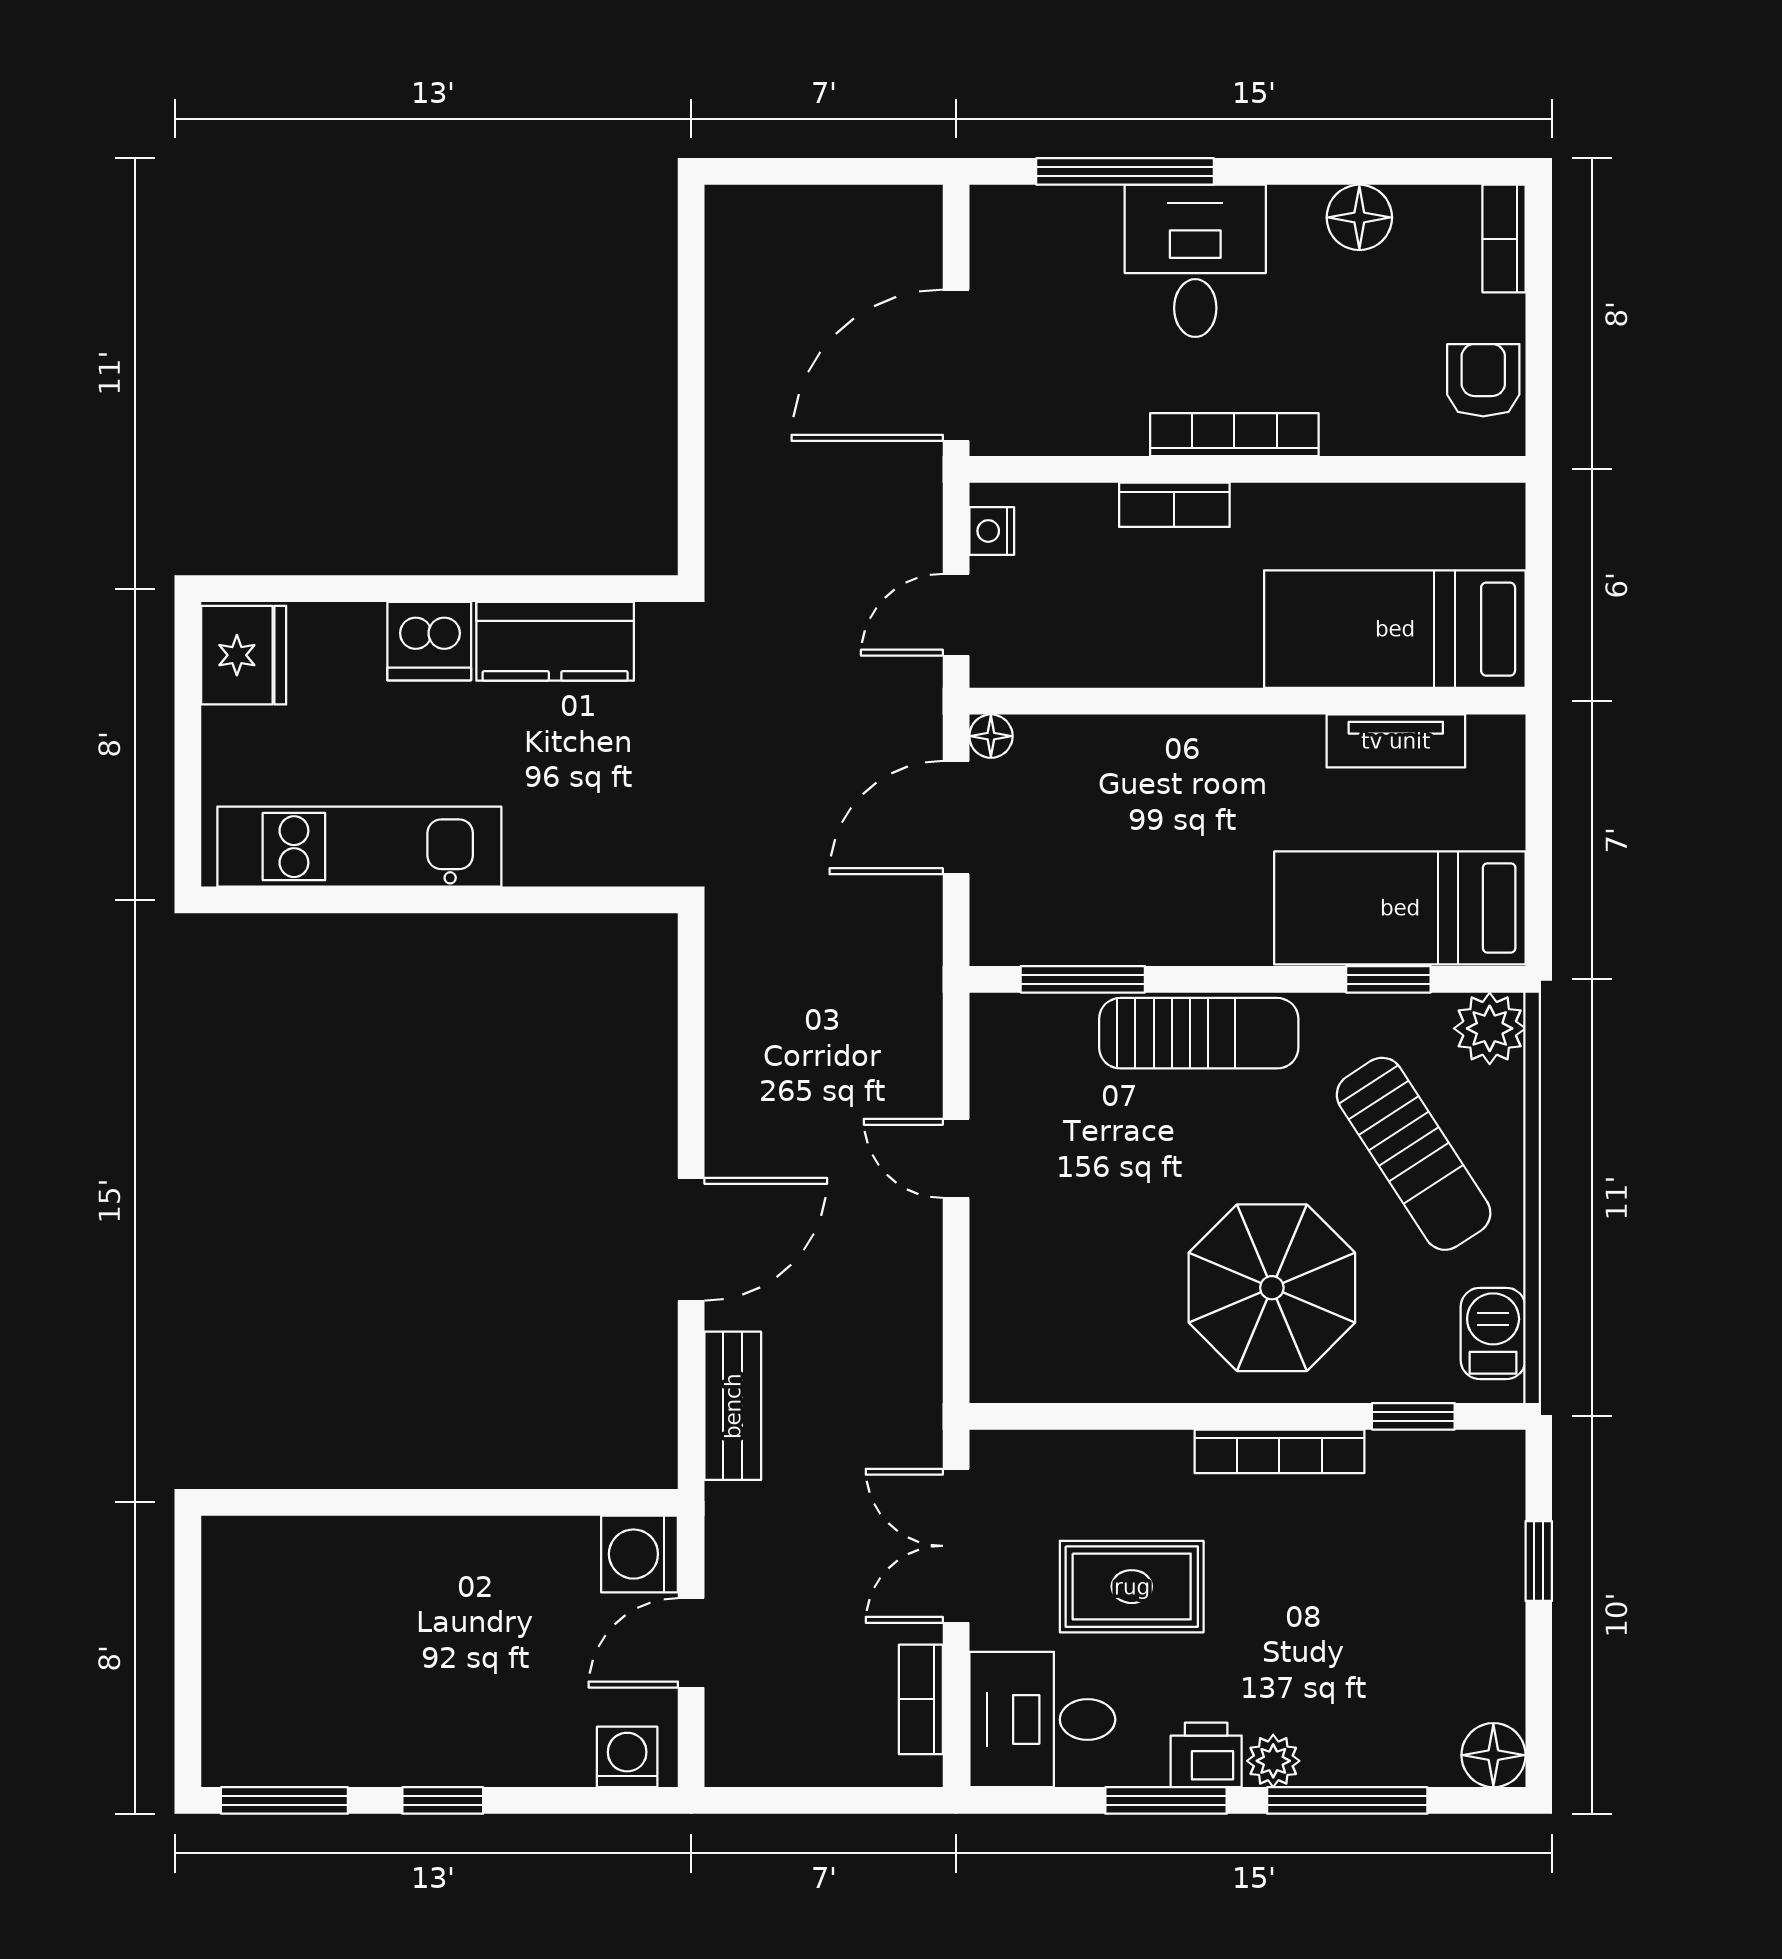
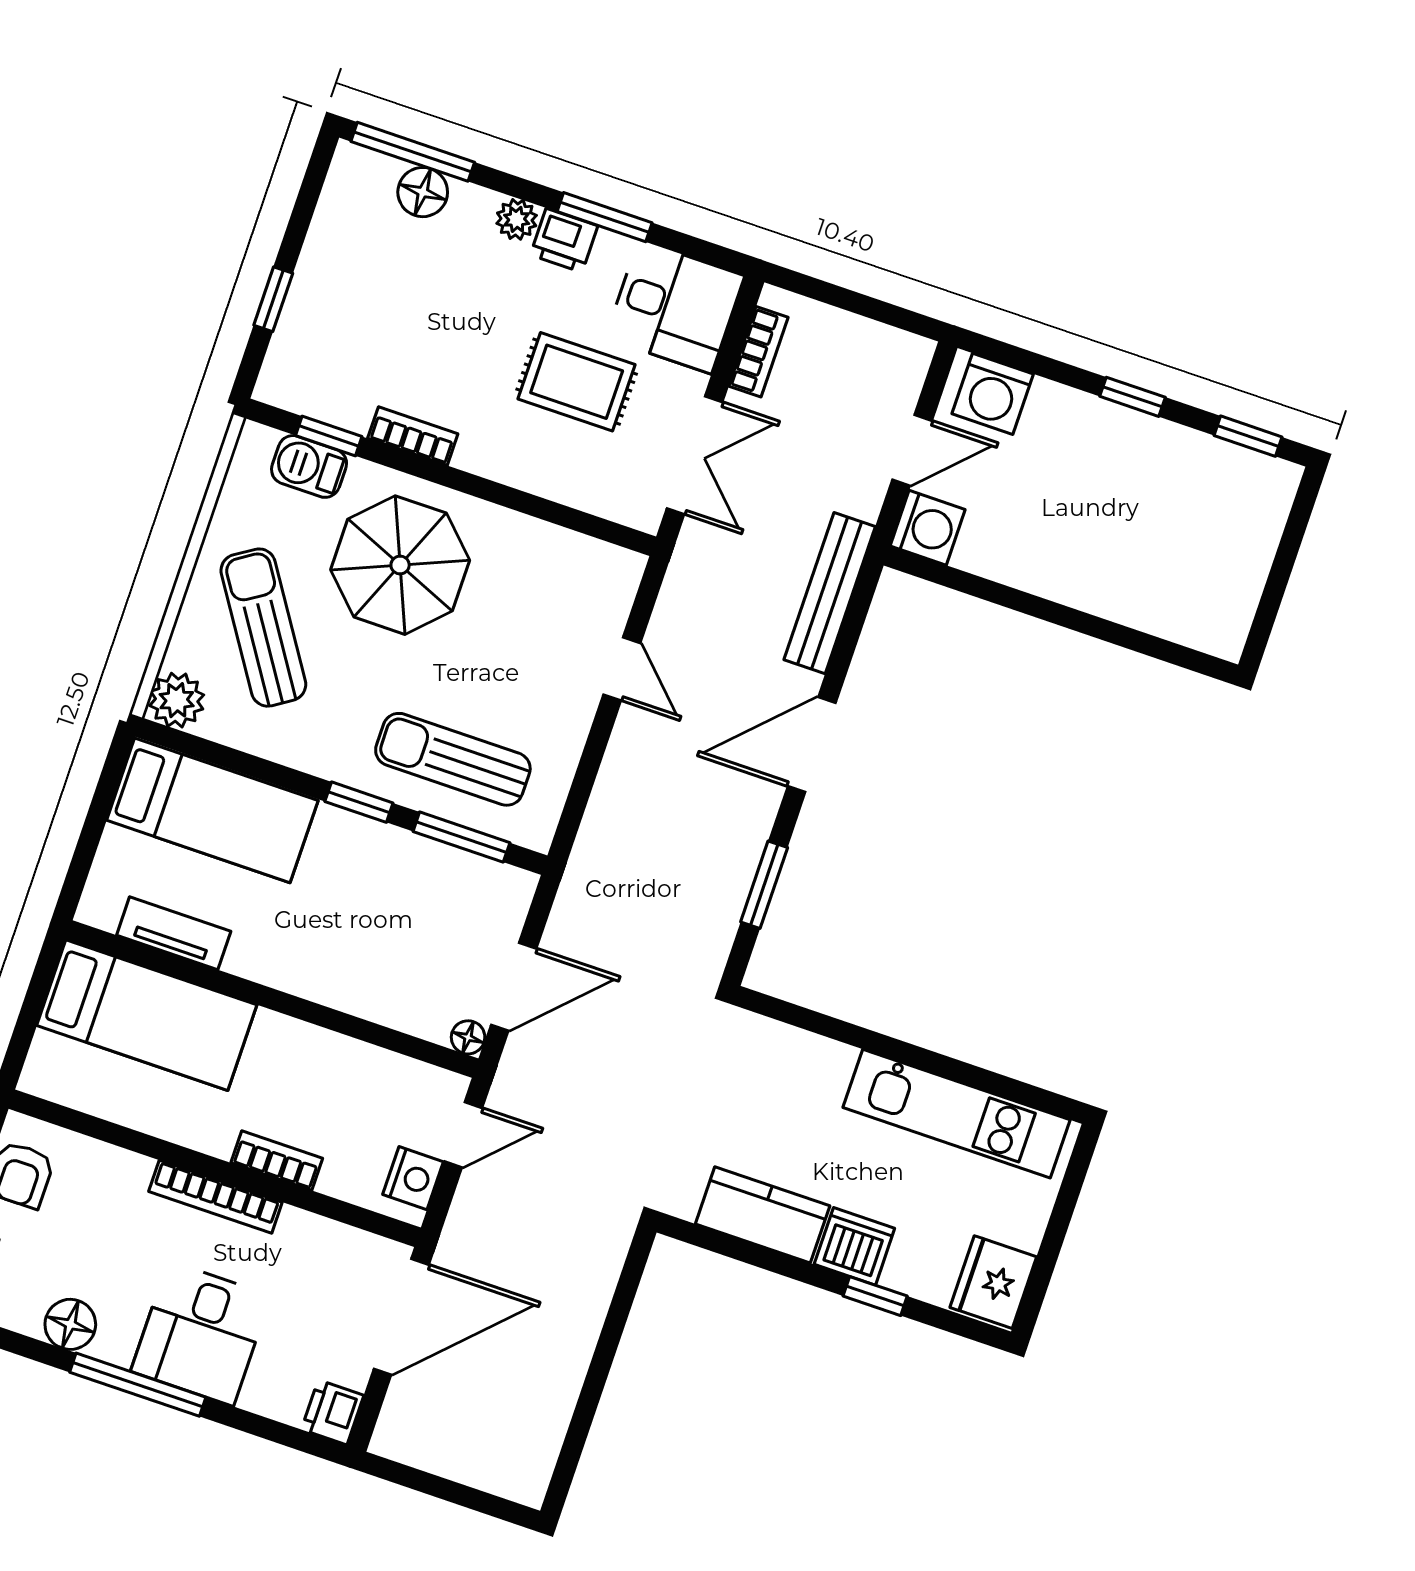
window: (1125, 171) -> (138, 1385), moved
printer: (1000, 219) -> (333, 1412), added
nightstand: (992, 531) -> (413, 1178), width x1.39, depth x1.35
window: (383, 589) -> (875, 1296), added
window: (1388, 979) -> (359, 802), moved
sun lounger: (1199, 1033) -> (453, 759), moved
window: (691, 1047) -> (764, 885), added
door: (956, 1158) -> (622, 669), moved
barbecue: (1493, 1333) -> (309, 466), moved, turned 90
bench: (733, 1406) -> (830, 593), width x1.36
bookcase: (1279, 1451) -> (413, 436), width x0.64
floor lamp: (1493, 1755) -> (423, 192), moved
washing machine: (627, 1757) -> (993, 394), width x1.38, depth x1.38
window: (284, 1800) -> (1248, 436), width x0.67
window: (1347, 1800) -> (413, 152), moved

